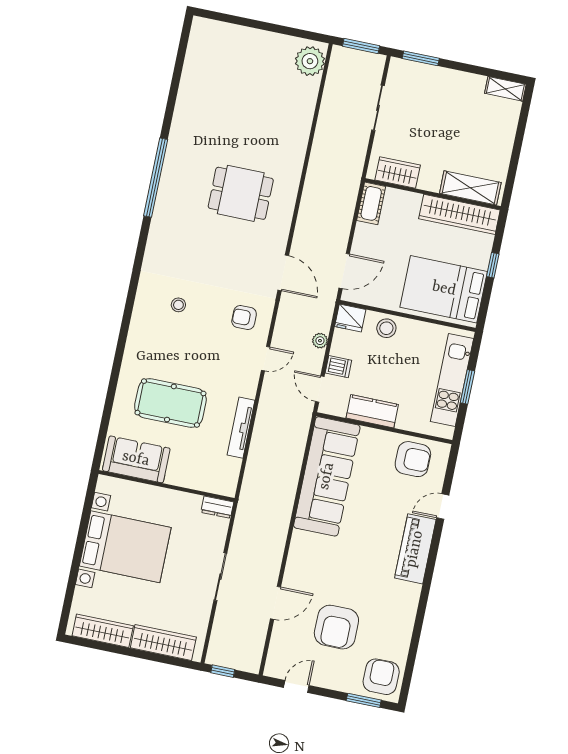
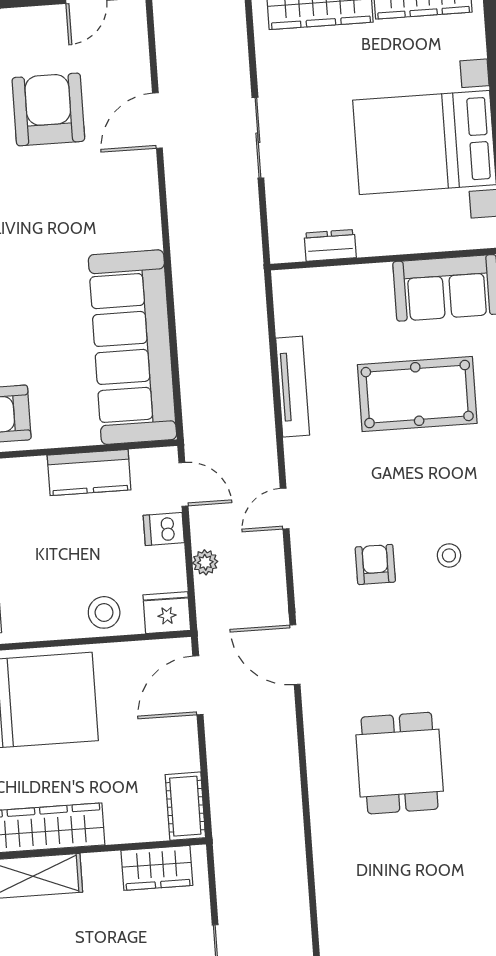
dining table: (241, 193) -> (400, 763), turned 90
armchair: (244, 318) -> (375, 564), moved, turned -90
dresser: (217, 507) -> (330, 245), moved

